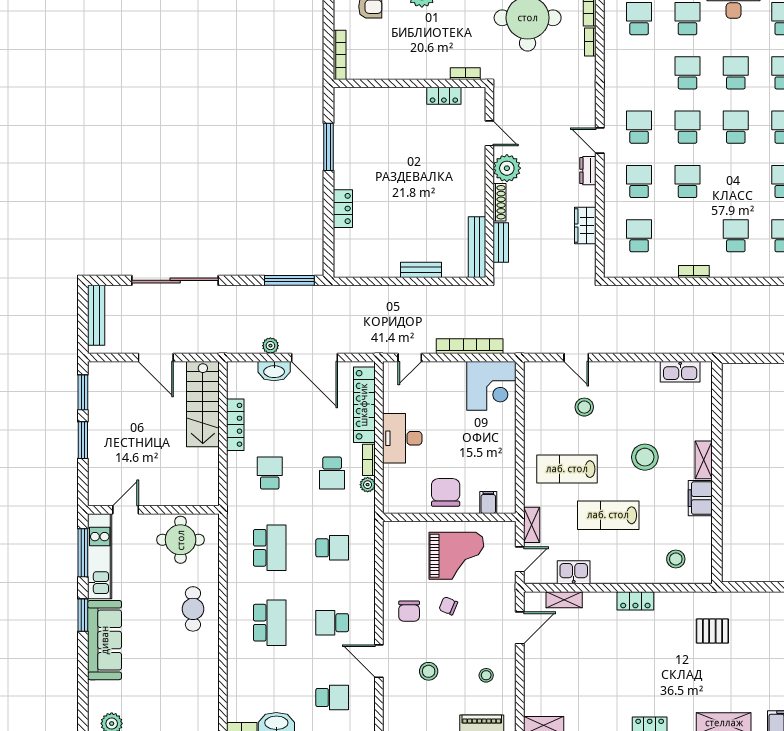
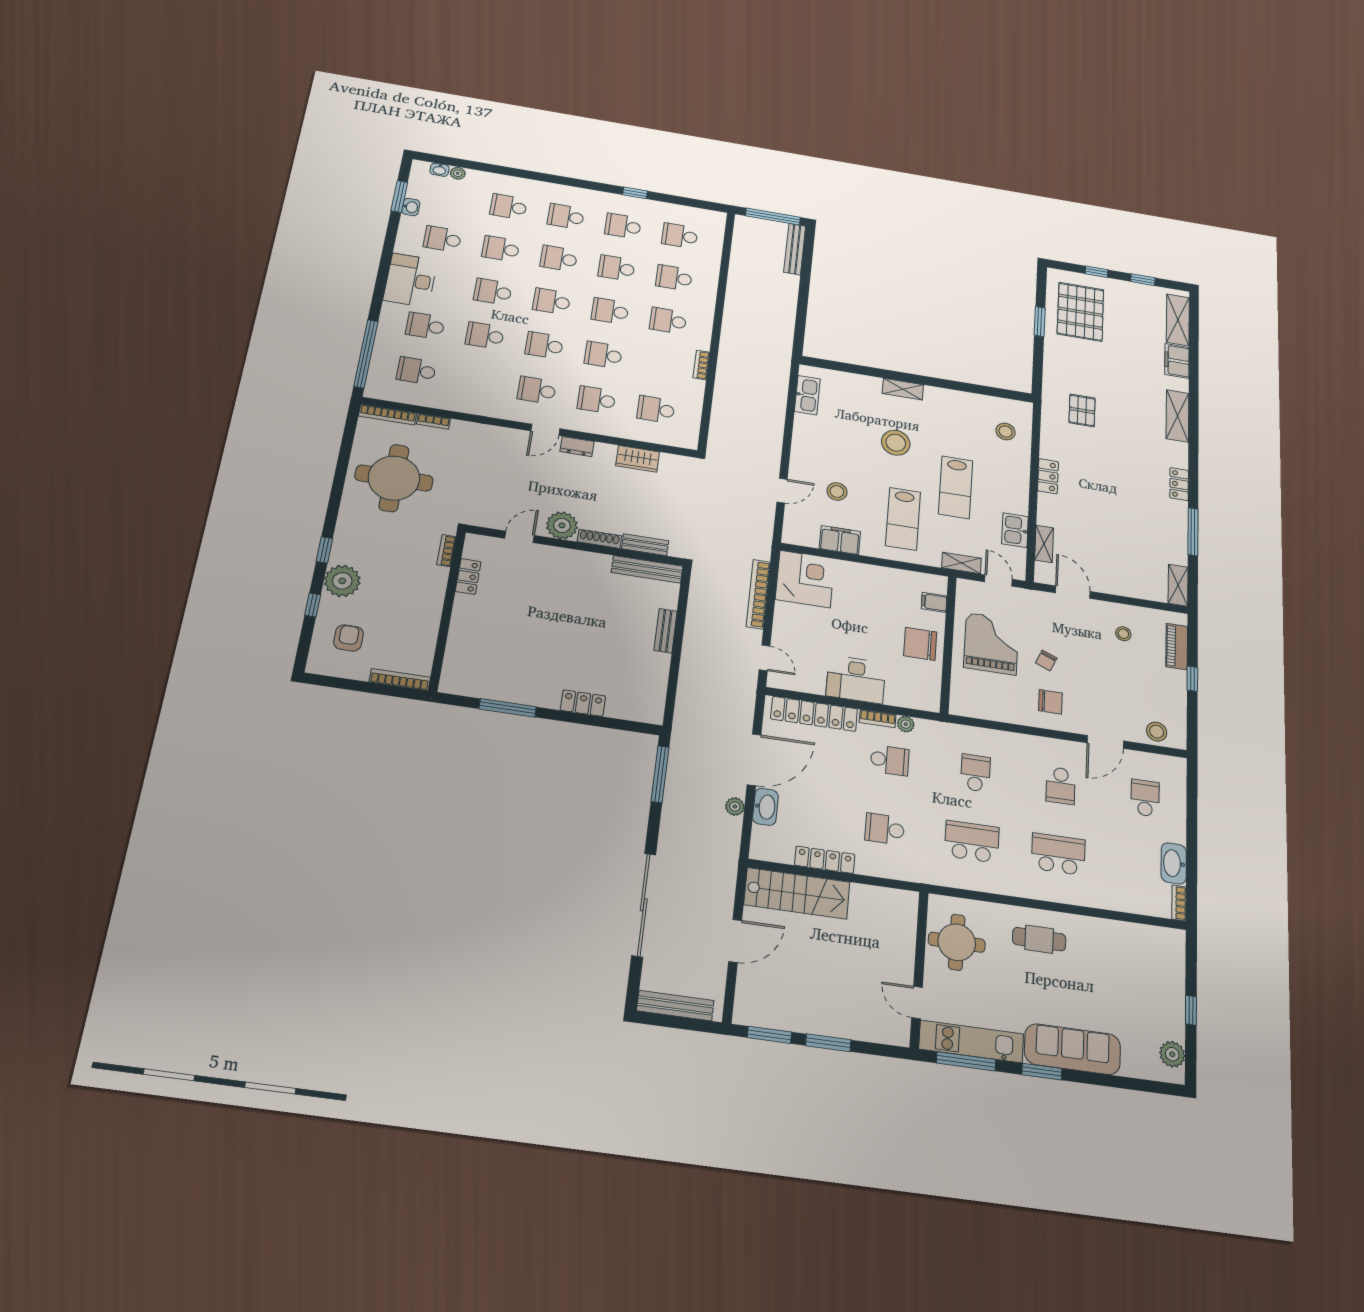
school desk: (736, 181) -> (610, 311), added
filing cabinet: (700, 498) -> (840, 540), moved, turned 180
stool: (429, 671) -> (1157, 732), moved

